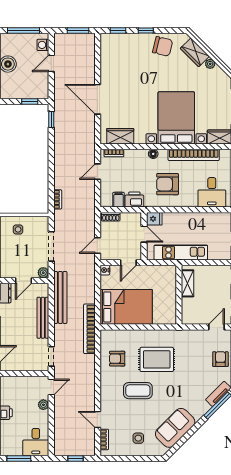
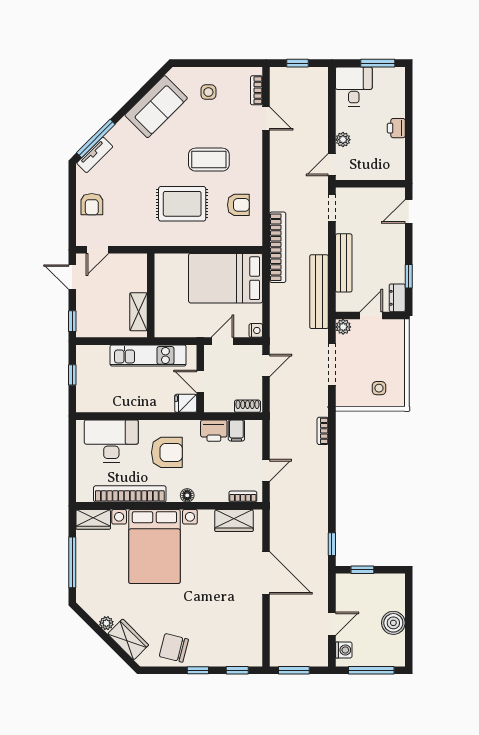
desk: (212, 192) -> (111, 441), width x1.37

